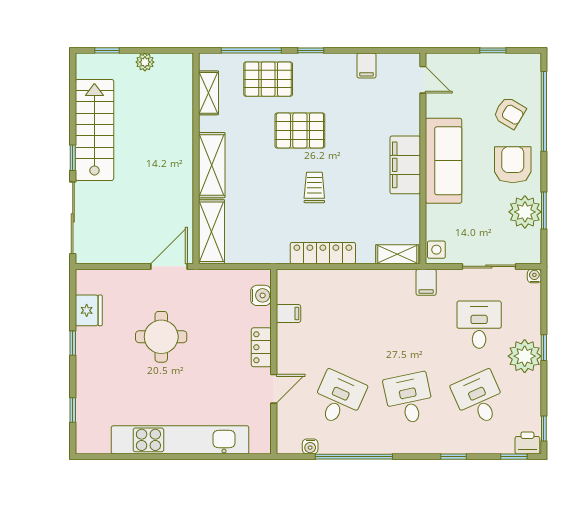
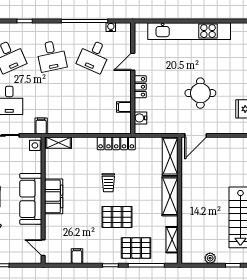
locker: (323, 253) -> (116, 143), moved

